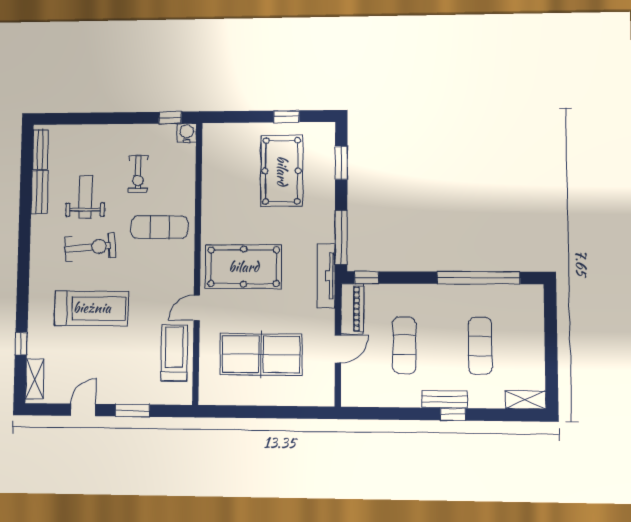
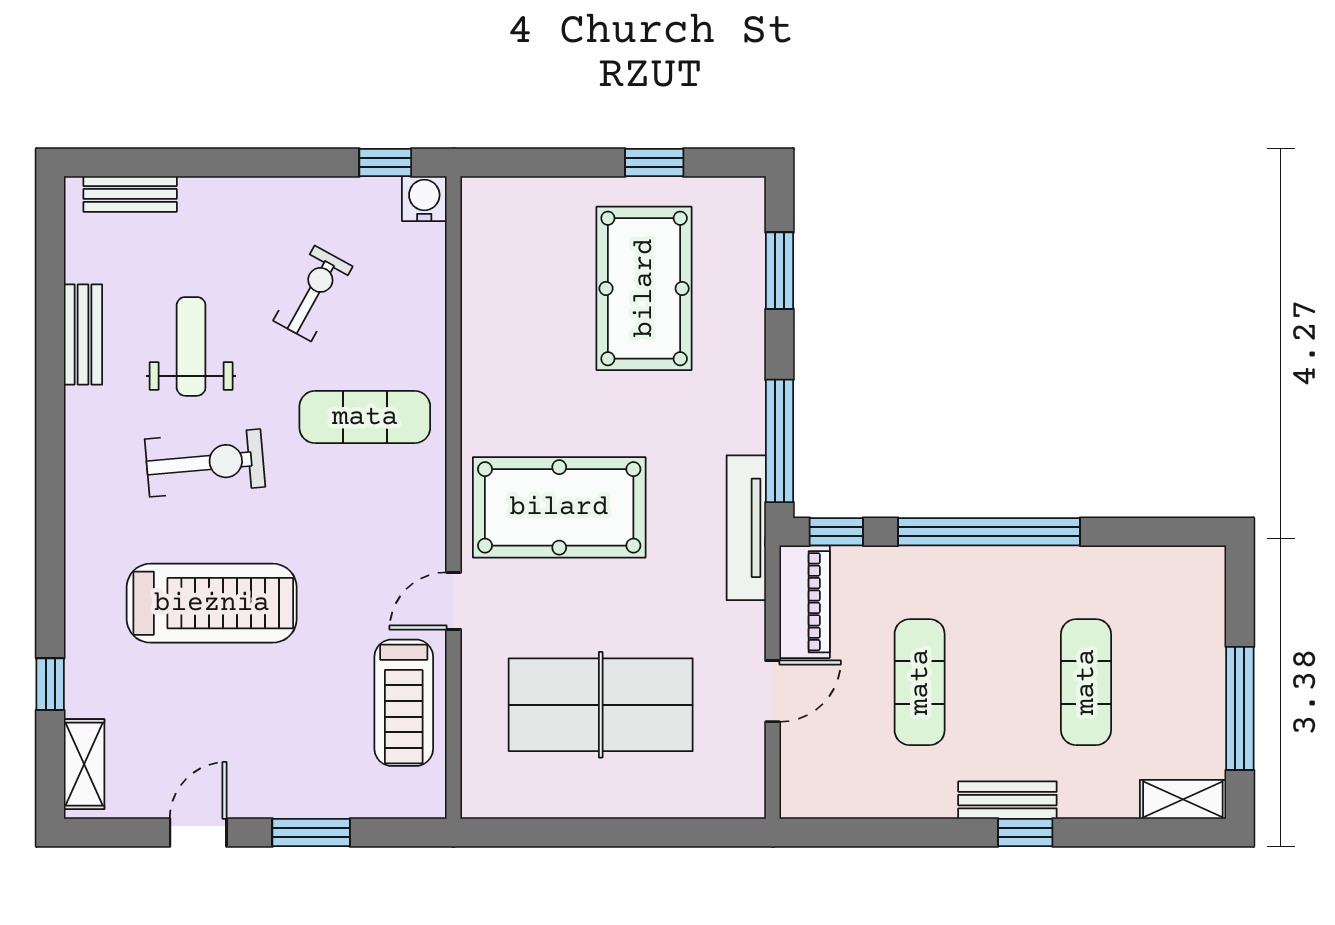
bench: (40, 149) -> (130, 194), moved, turned 90
exercise bike: (138, 174) -> (313, 293), turned -151
window: (479, 278) -> (989, 532), moved
treadmill: (174, 353) -> (404, 703), turned 180
window: (551, 358) -> (1240, 708), added

